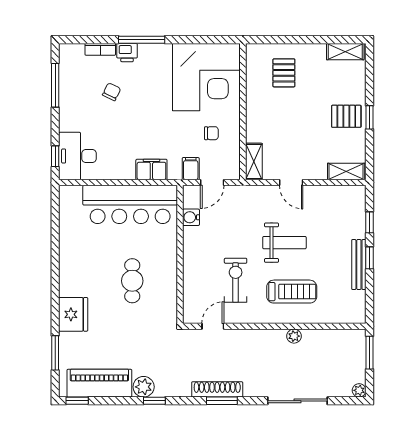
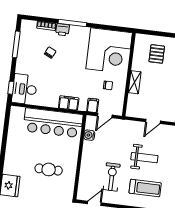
shelving: (254, 162) -> (135, 82), moved
door: (291, 183) -> (153, 121), hinge flipped
cafe table: (132, 281) -> (49, 169), turned 90

